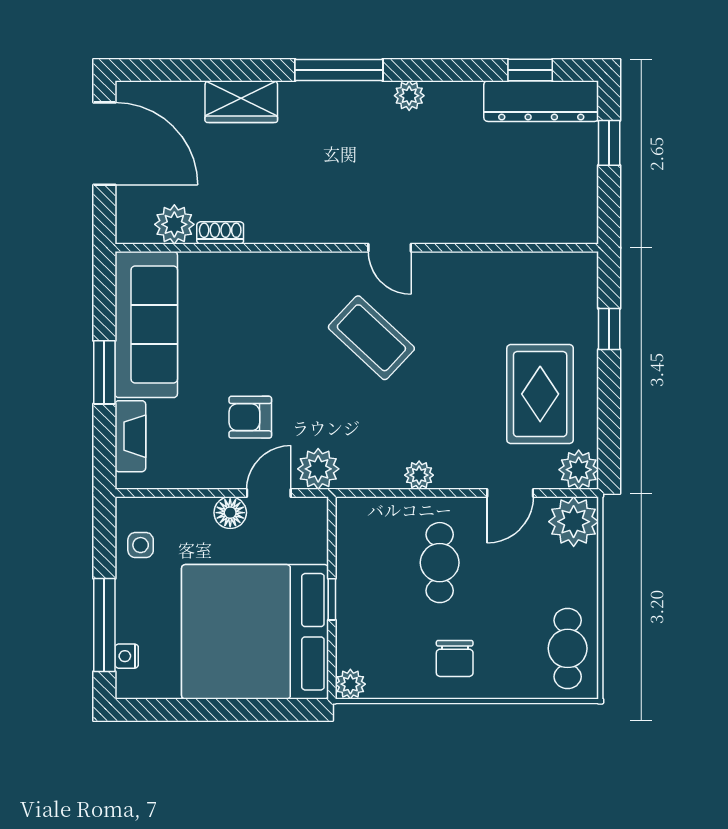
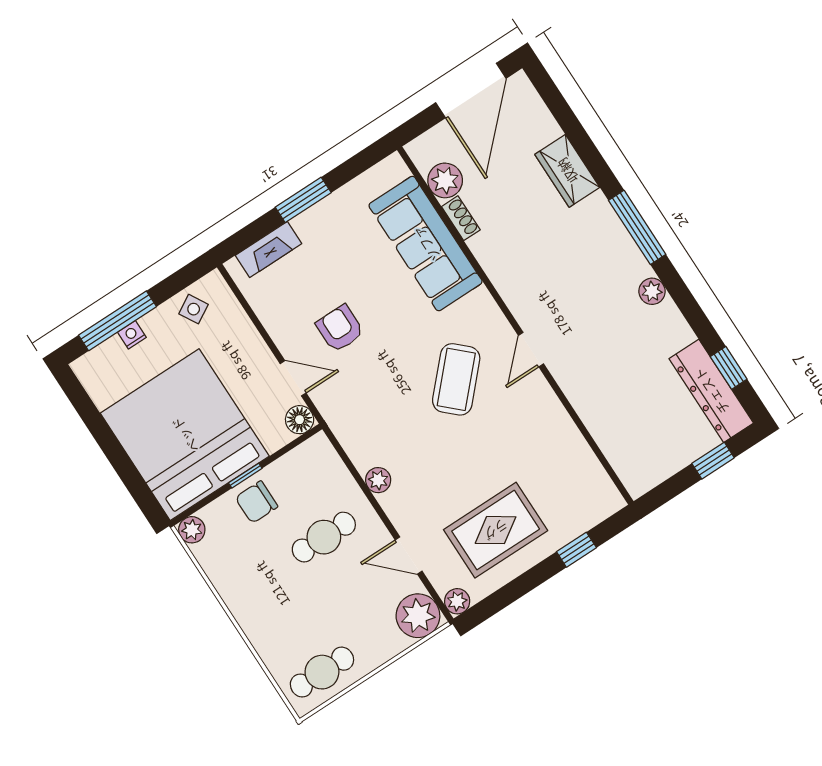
sofa: (146, 325) -> (426, 244), moved, turned 90
plant: (318, 469) -> (334, 403), removed
plant: (579, 470) -> (457, 601), width x0.73, depth x0.73
floor lamp: (230, 513) -> (300, 420), moved
side table: (141, 545) -> (194, 309), turned -30
nightstand: (127, 656) -> (132, 335), moved
chair: (455, 659) -> (256, 502), moved

